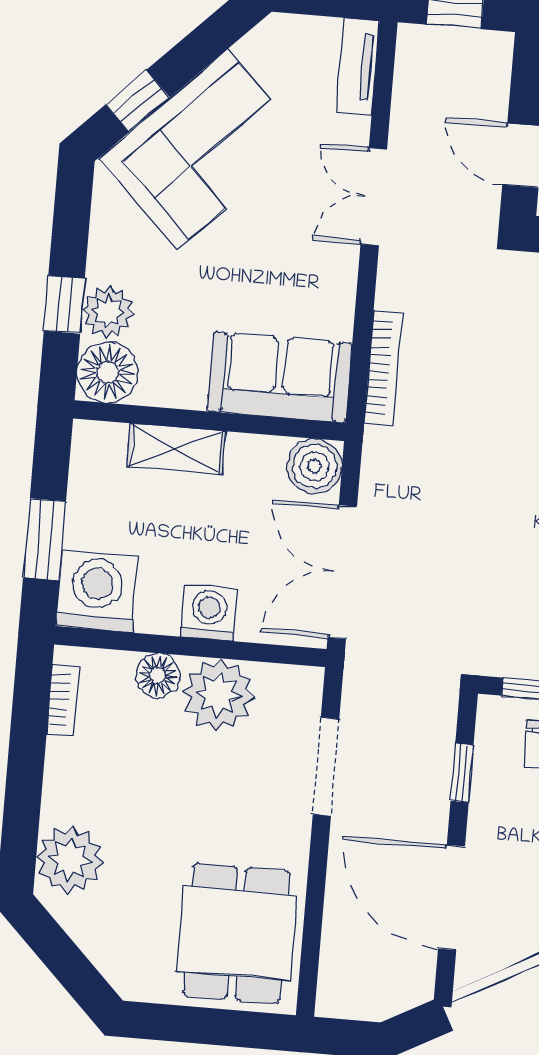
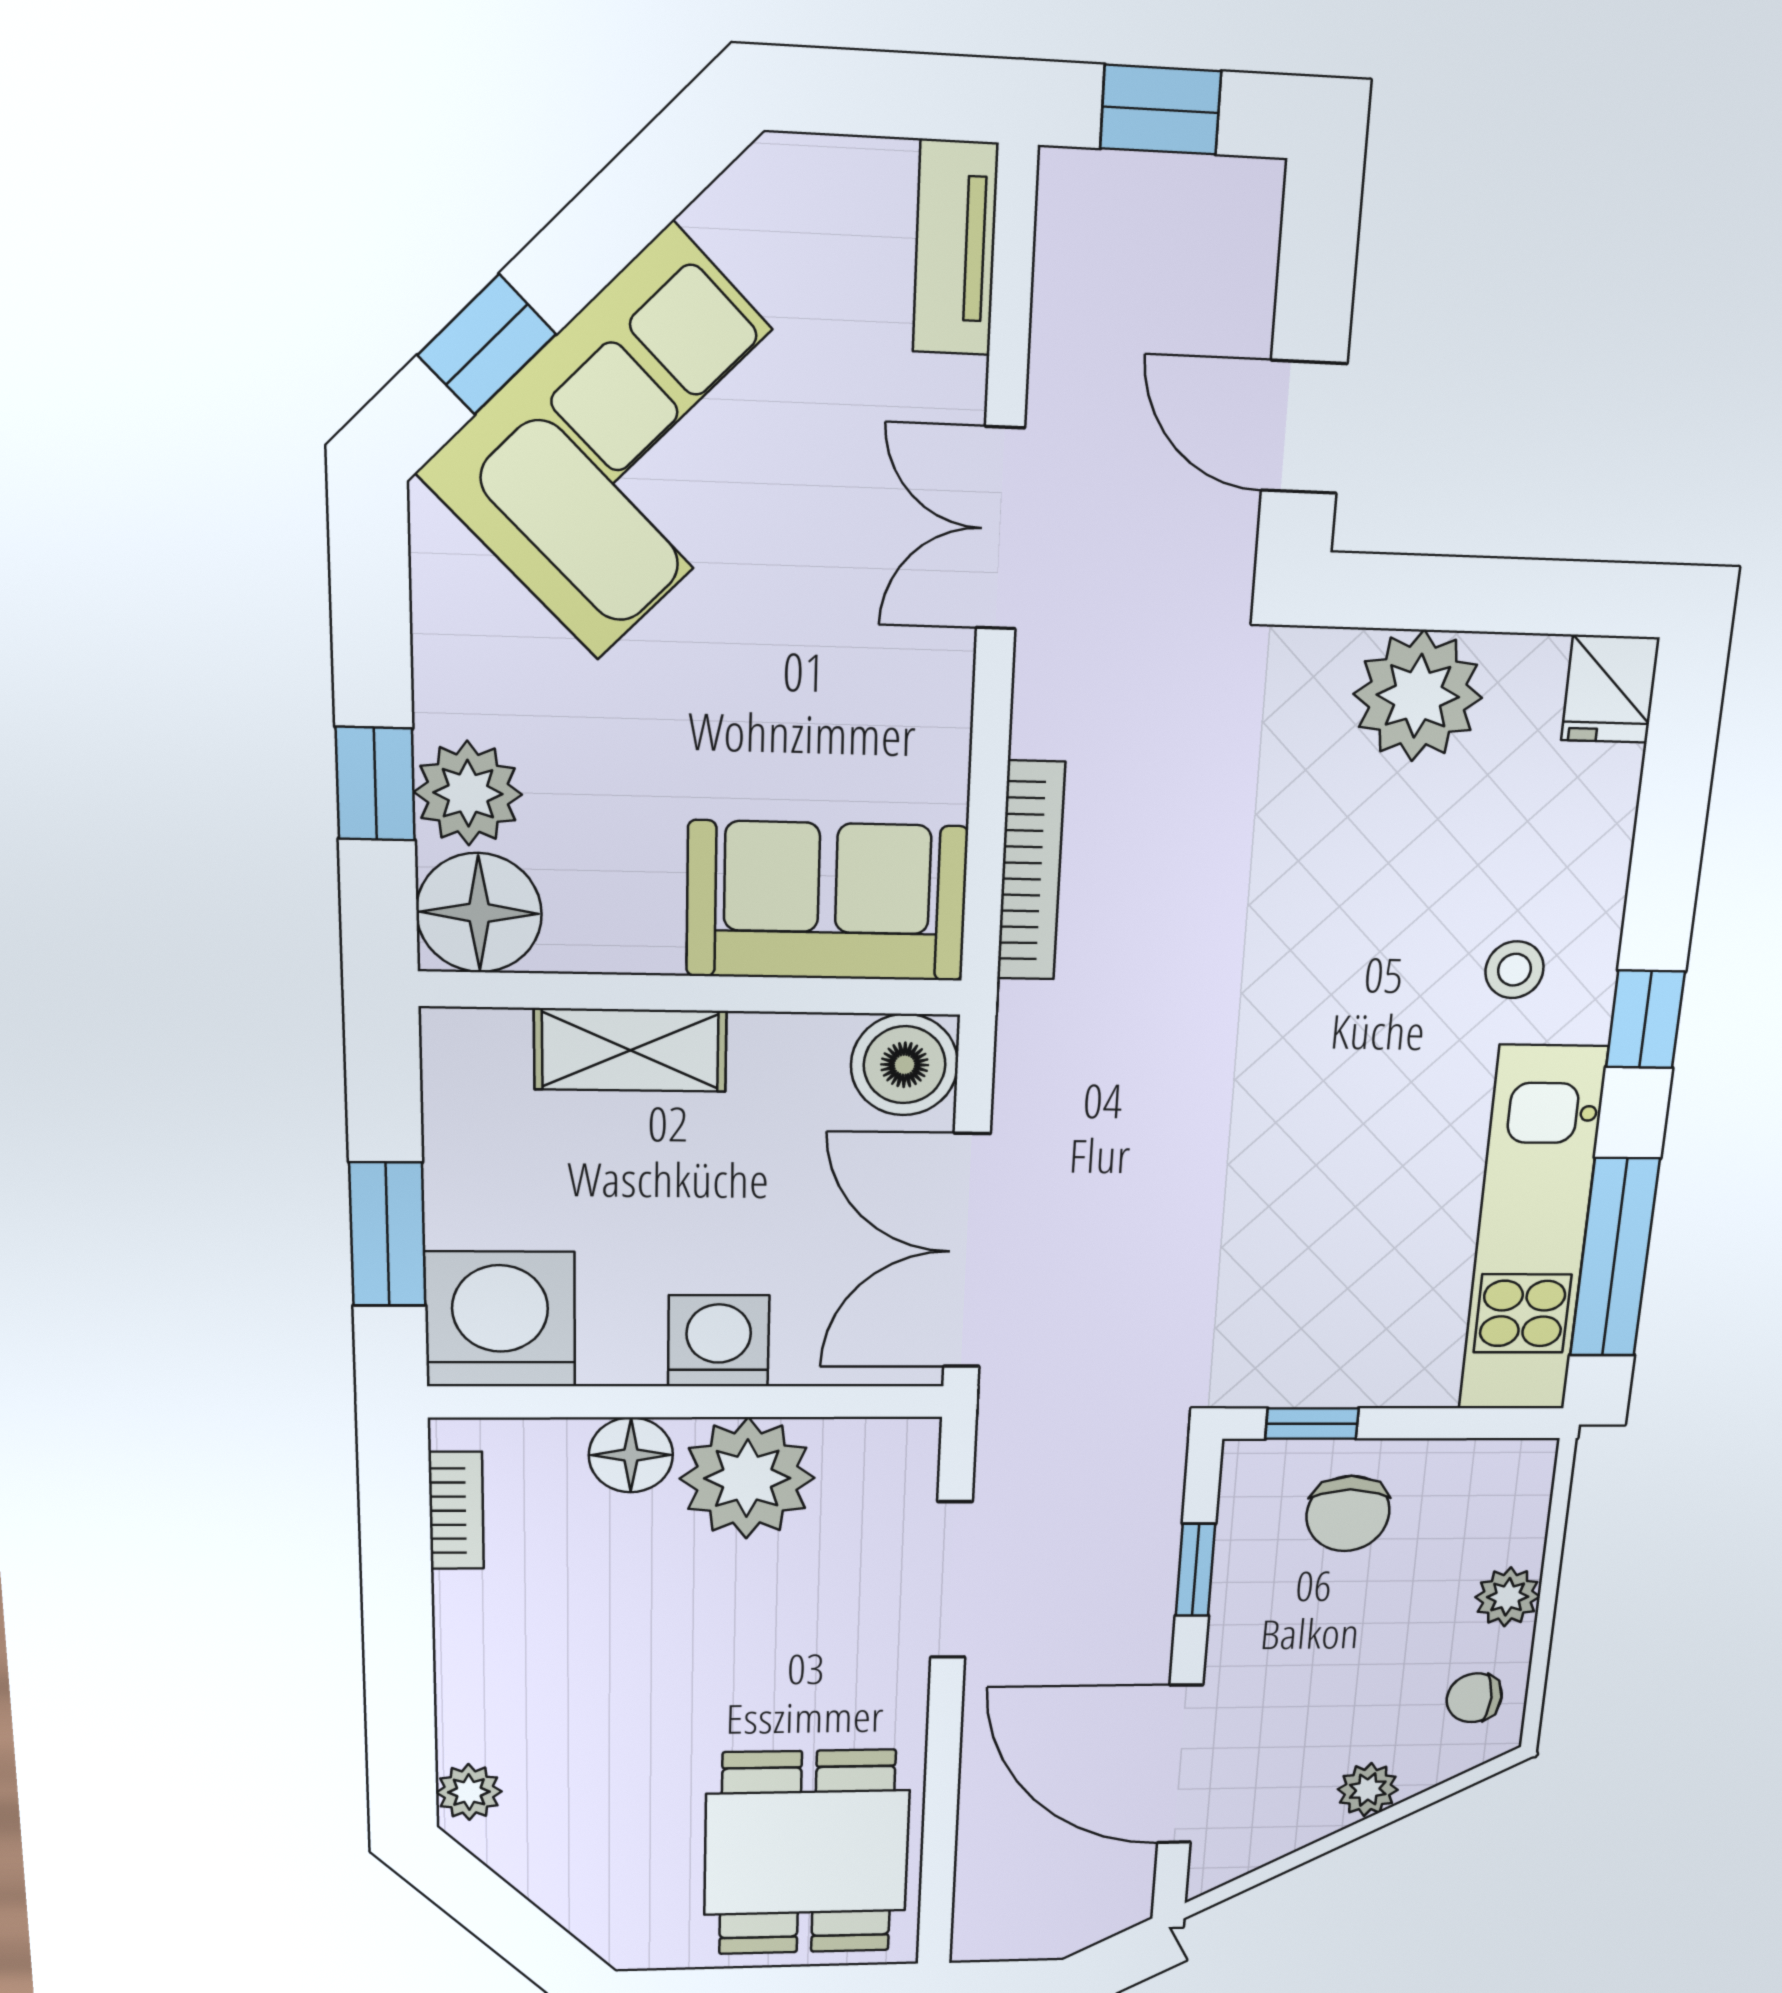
plant: (70, 860) -> (469, 1792), width x0.53, depth x0.53

